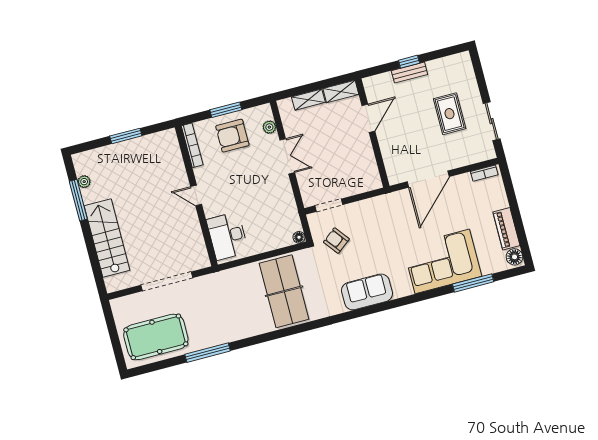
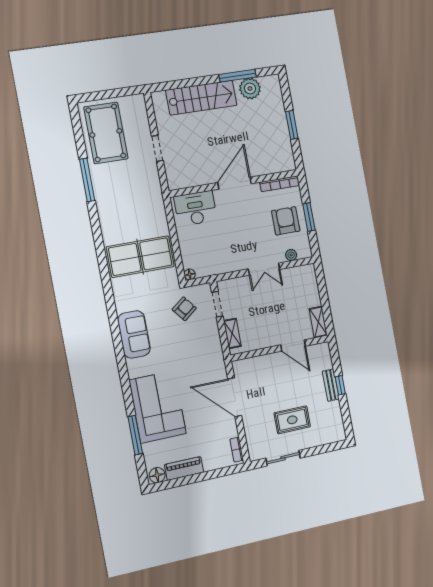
shelving: (308, 100) -> (232, 333), moved
plant: (84, 182) -> (250, 89), width x1.87, depth x1.87
door: (196, 195) -> (235, 183), width x1.87
doorway: (167, 281) -> (157, 148), width x0.53

